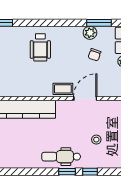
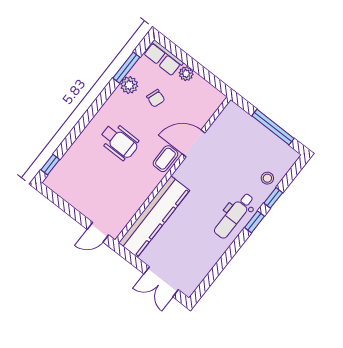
wheelchair: (40, 47) -> (119, 141), moved
door: (85, 99) -> (194, 143), hinge flipped
stool: (96, 140) -> (267, 178), moved

